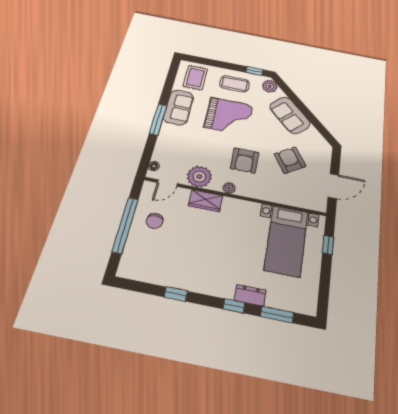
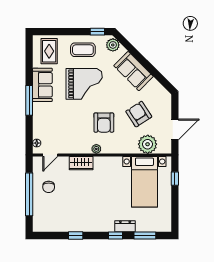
plant: (199, 177) -> (148, 144), moved

